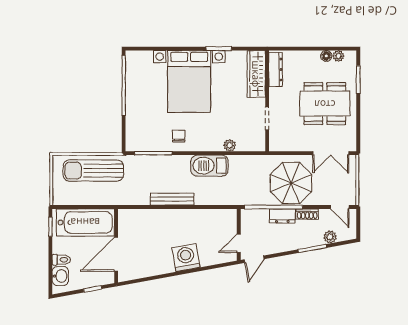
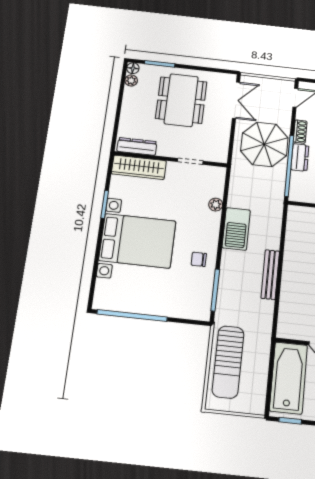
floor lamp: (326, 56) -> (133, 68), moved

